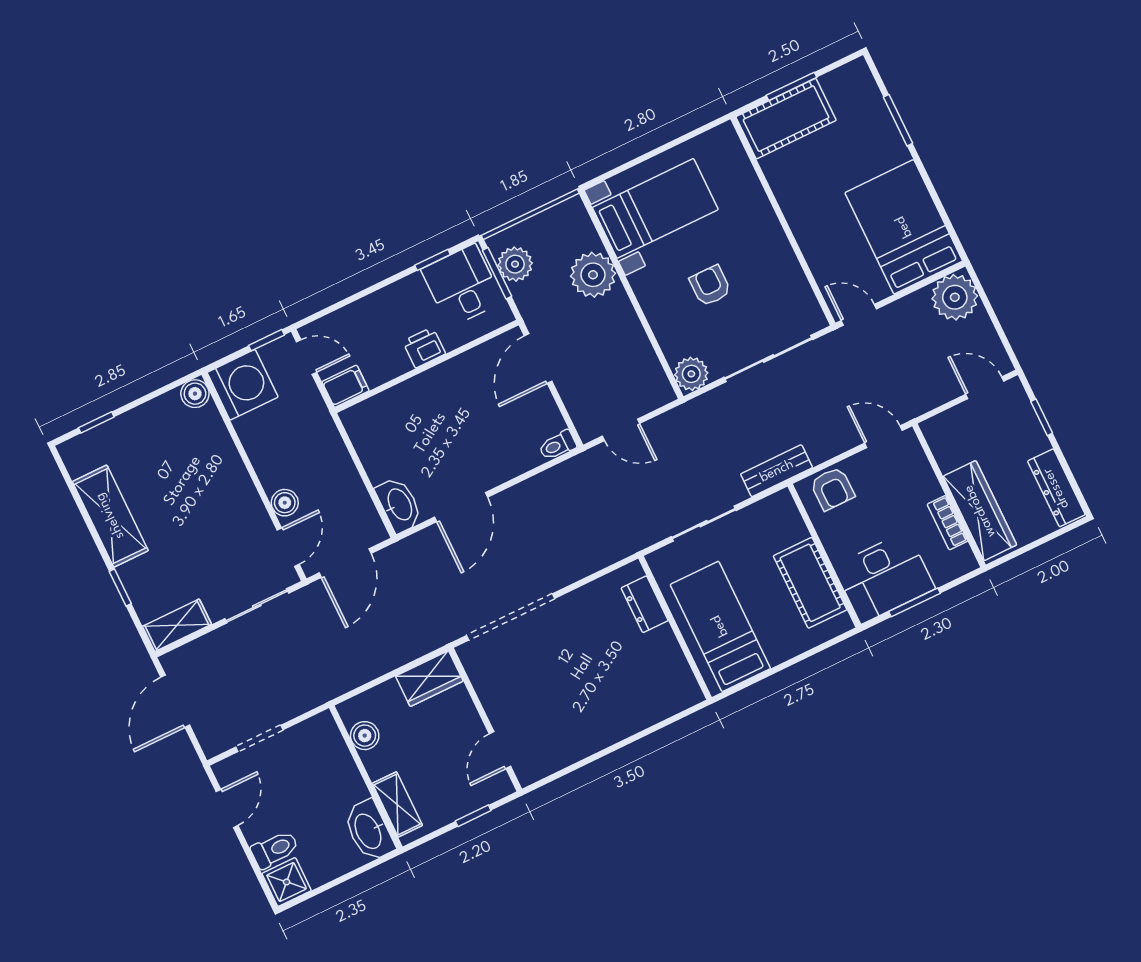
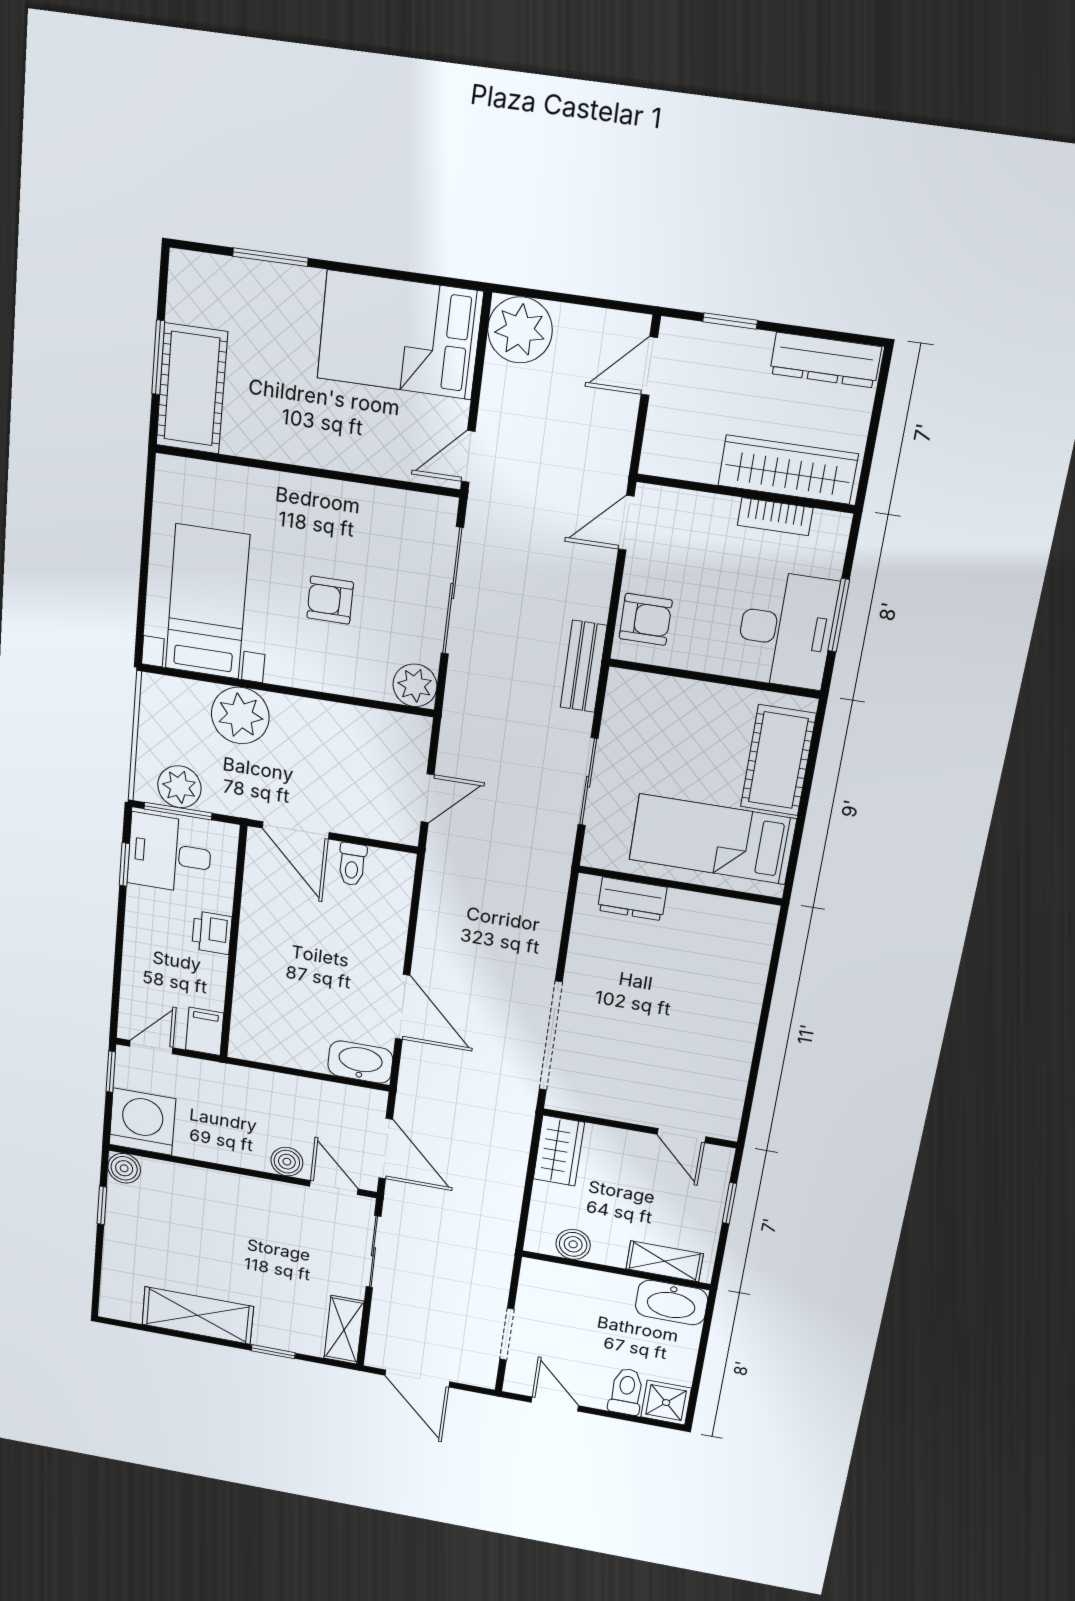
window: (96, 422) -> (102, 1206), moved
toilet: (557, 445) -> (352, 864), moved
cot: (810, 583) -> (778, 760), moved, turned 90

